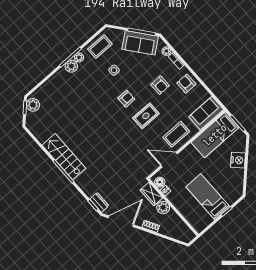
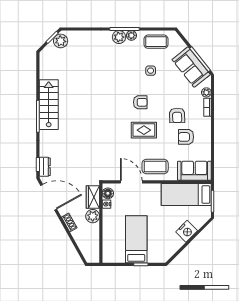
armchair: (186, 84) -> (186, 137), moved, turned -90

